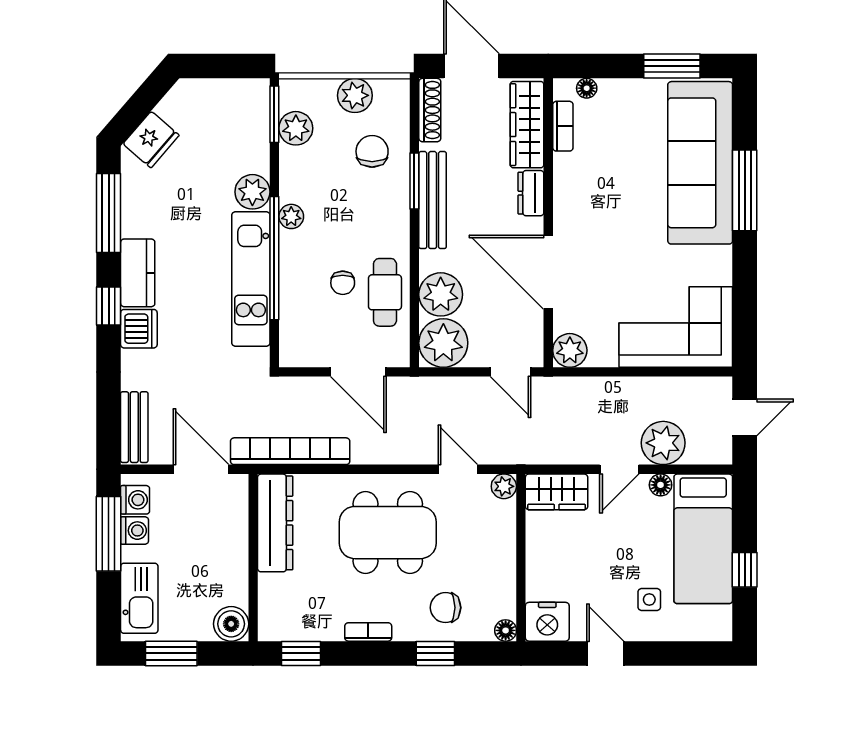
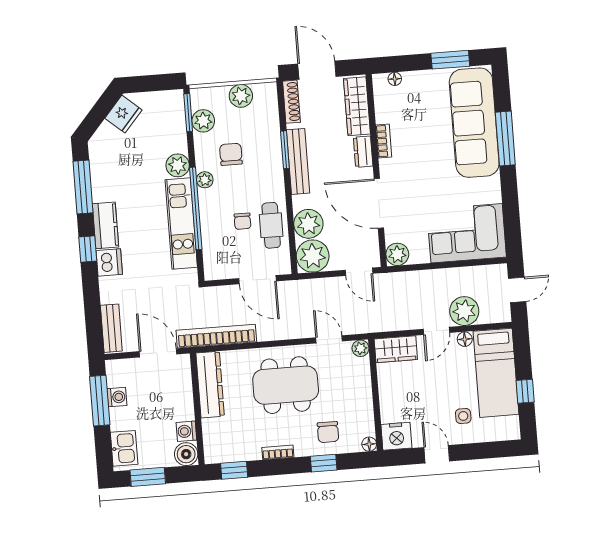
bookcase: (563, 126) -> (384, 141), moved
fridge: (151, 140) -> (123, 114), moved
chair: (372, 151) -> (231, 154), moved
washing machine: (135, 500) -> (186, 431), moved, turned 180
kitchen sink: (139, 598) -> (124, 448), width x0.73
chair: (446, 608) -> (328, 432), turned -90

